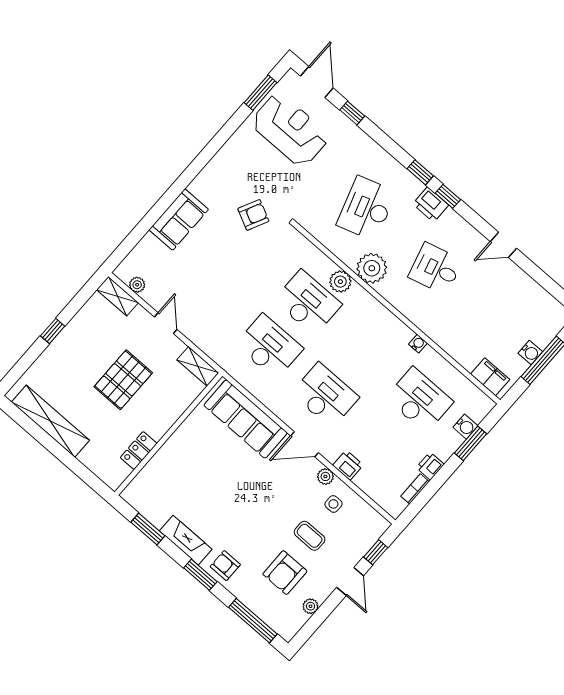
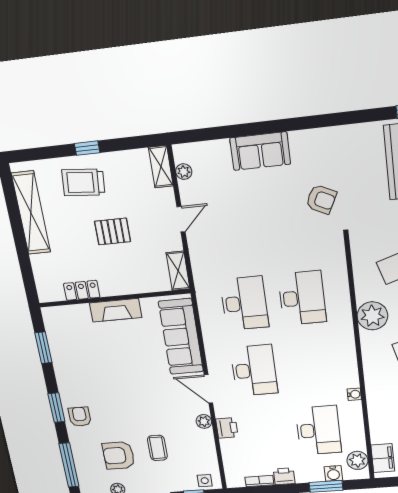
plant: (340, 282) -> (357, 460), moved
trolley: (71, 360) -> (83, 182), added
pallet: (123, 380) -> (113, 231), width x0.67, depth x0.71
side table: (333, 504) -> (205, 481), moved
fireplace: (186, 540) -> (116, 310), moved, turned 90

